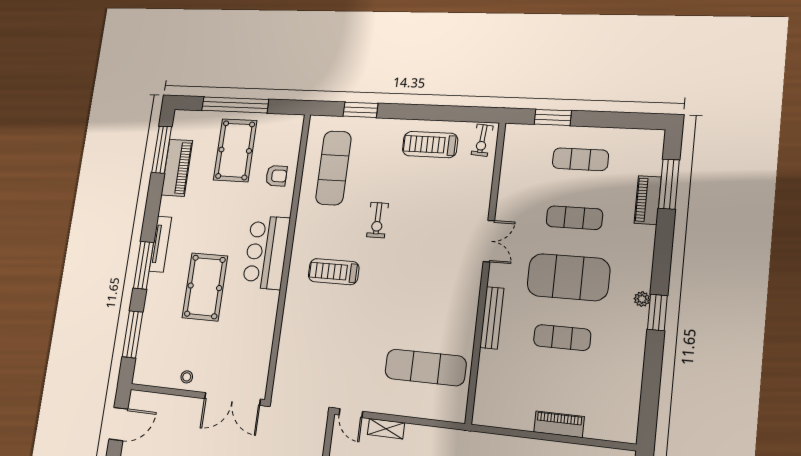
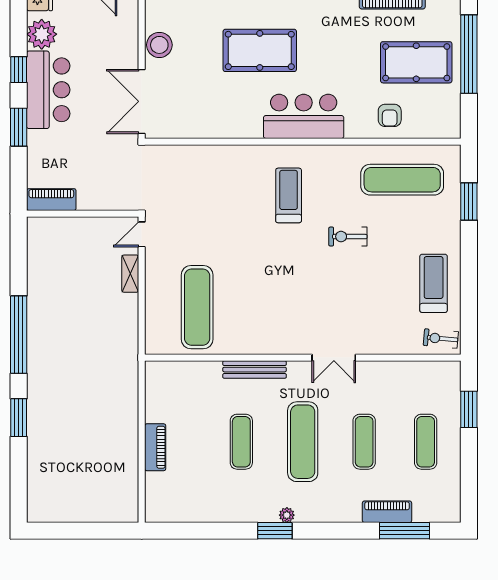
exercise mat: (568, 277) -> (303, 442), width x0.68
stool: (187, 377) -> (159, 45), width x1.89, depth x1.89

